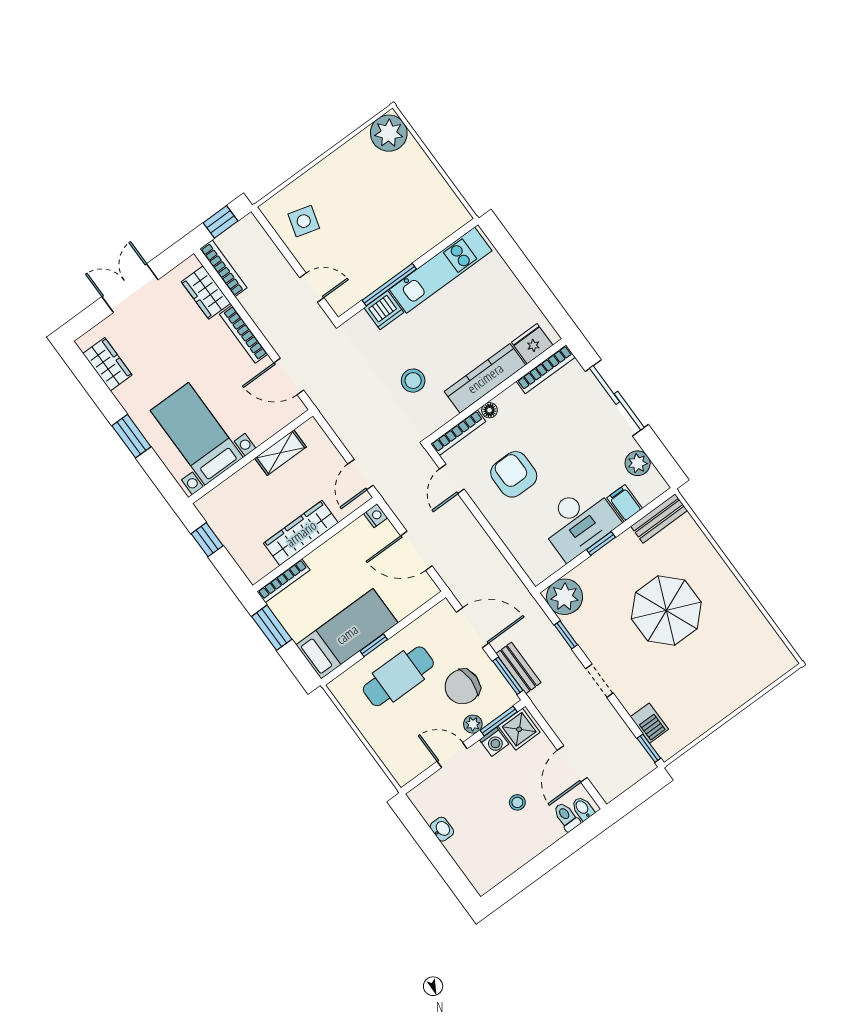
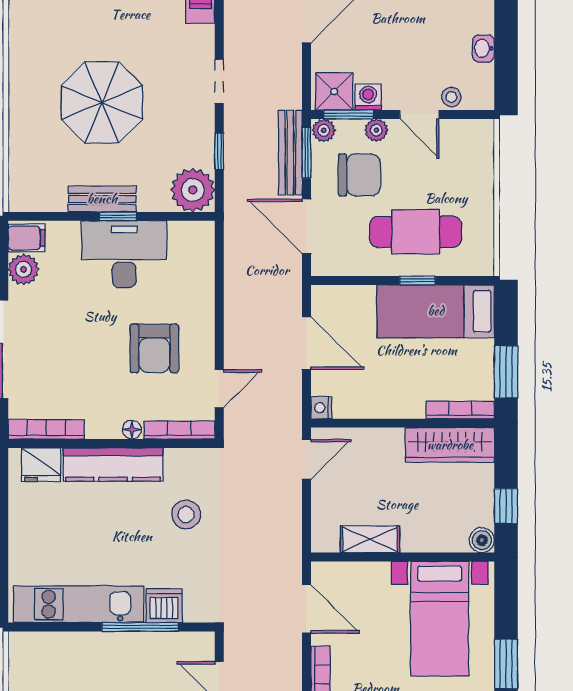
filing cabinet: (625, 503) -> (27, 238), moved, turned -90
boiler: (207, 506) -> (482, 540), added
bench: (659, 518) -> (102, 199), moved
wardrobe: (301, 533) -> (450, 445), moved
bench: (518, 668) -> (290, 153), width x1.36
plant: (507, 699) -> (324, 130), added
stool: (517, 802) -> (451, 97), moved

